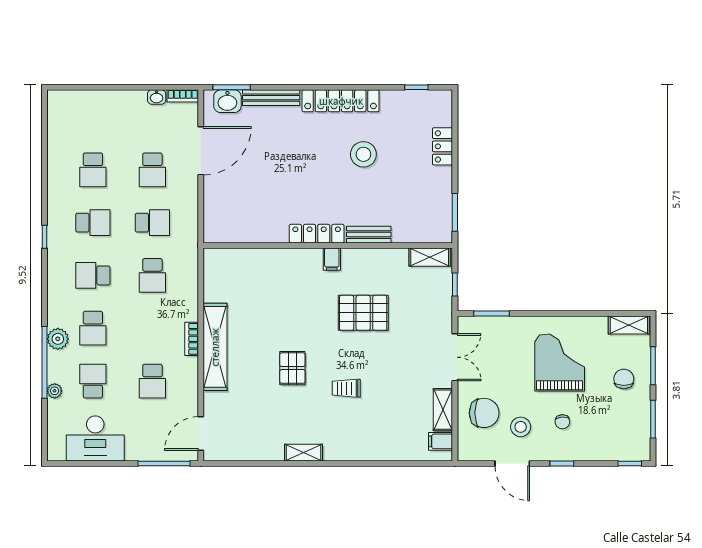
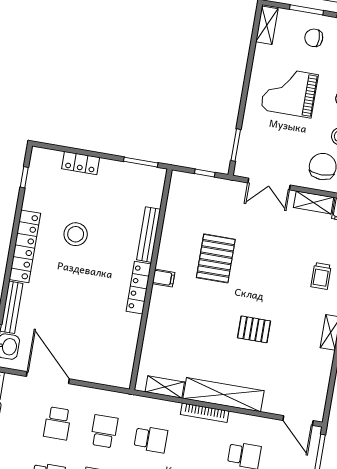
school desk: (152, 170) -> (57, 423), turned 90
bench: (369, 235) -> (149, 235), width x1.36
shelving: (430, 257) -> (165, 387), moved, turned 90
bookcase: (192, 339) -> (205, 413), width x1.56
double door: (455, 357) -> (269, 184), swing flipped
trolley: (346, 388) -> (321, 276), moved

